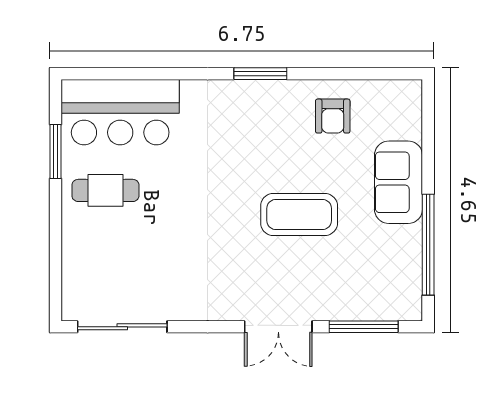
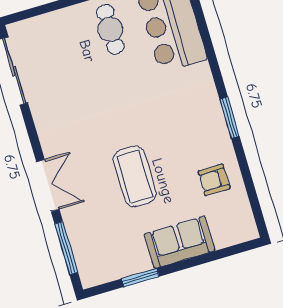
window: (428, 245) -> (140, 278), width x0.47
double door: (278, 327) -> (48, 185), swing flipped

